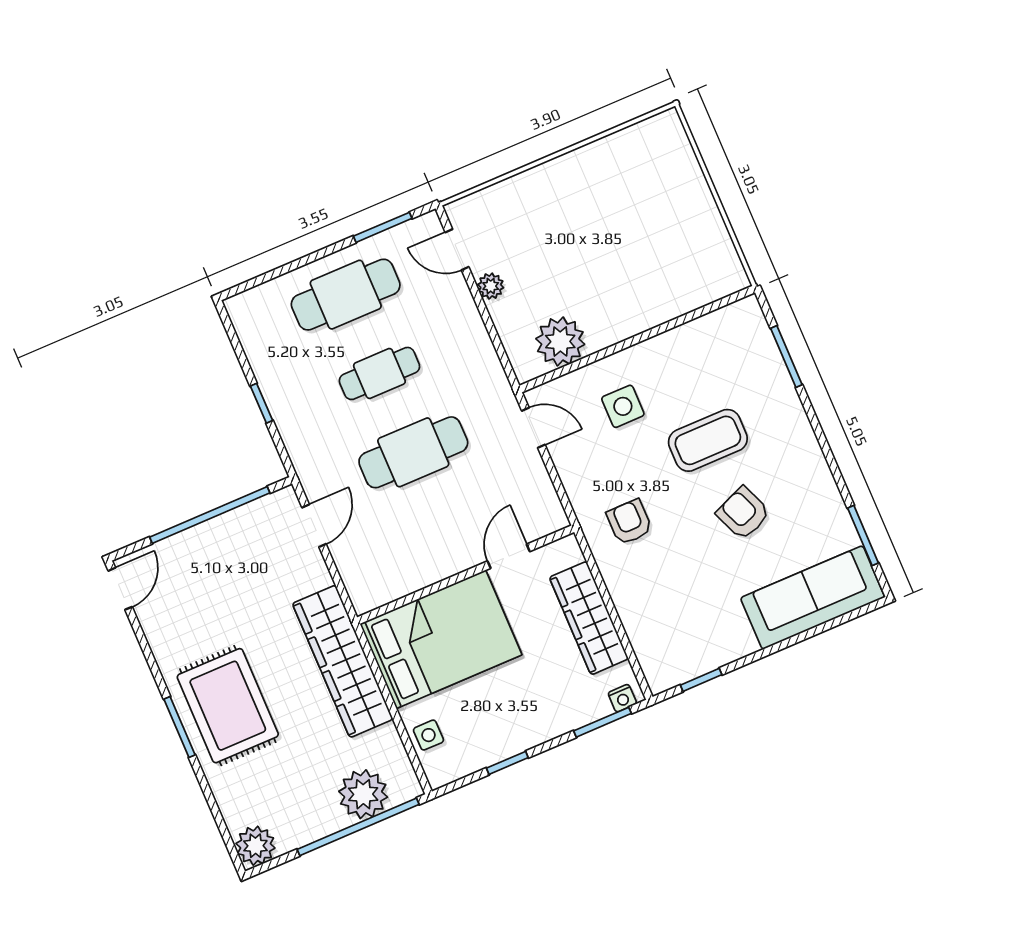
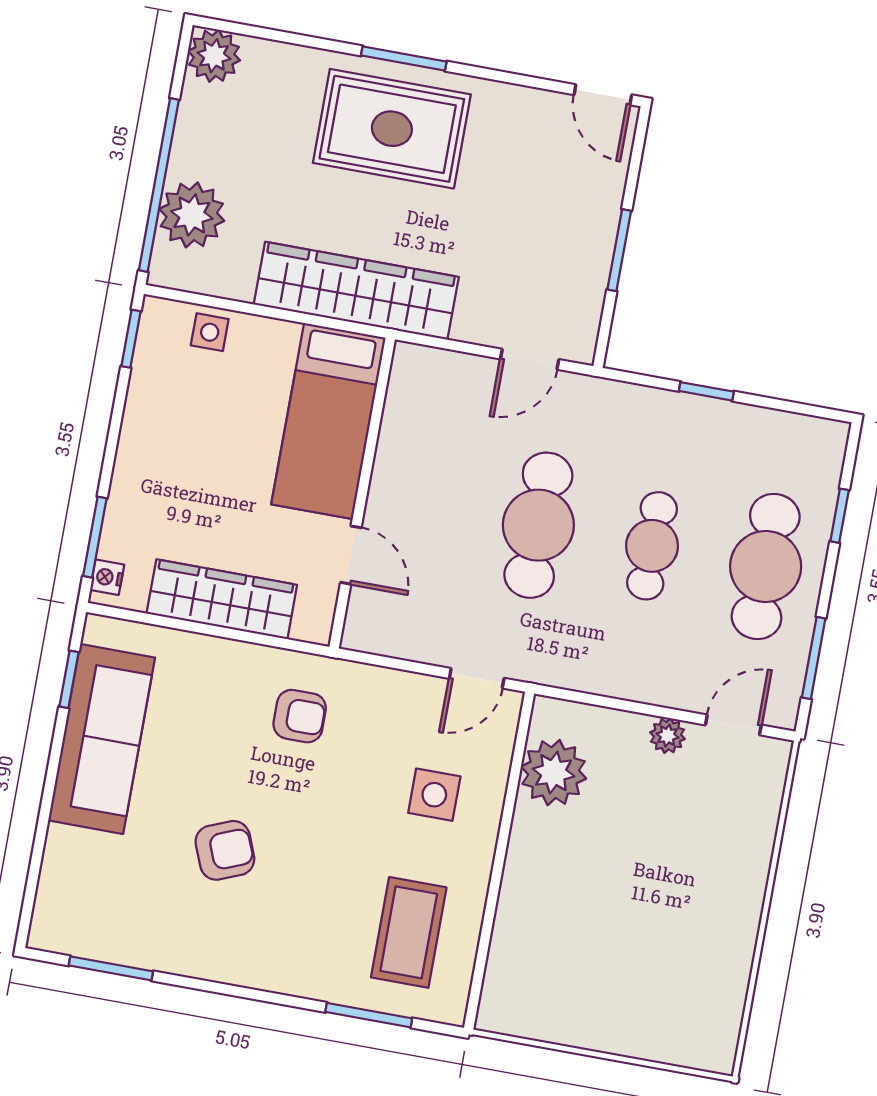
window: (284, 270) -> (840, 516), added
coffee table: (708, 440) -> (409, 932), moved
window: (210, 515) -> (619, 250), width x0.47
door: (314, 526) -> (530, 359), hinge flipped
sofa: (813, 598) -> (102, 739), moved
bed: (441, 639) -> (328, 421), width x0.67
window: (507, 763) -> (131, 339), moved

